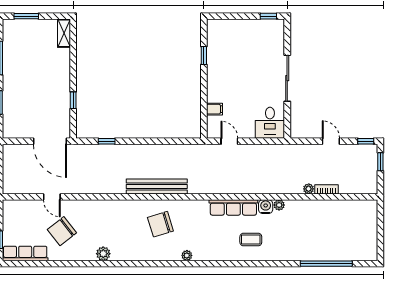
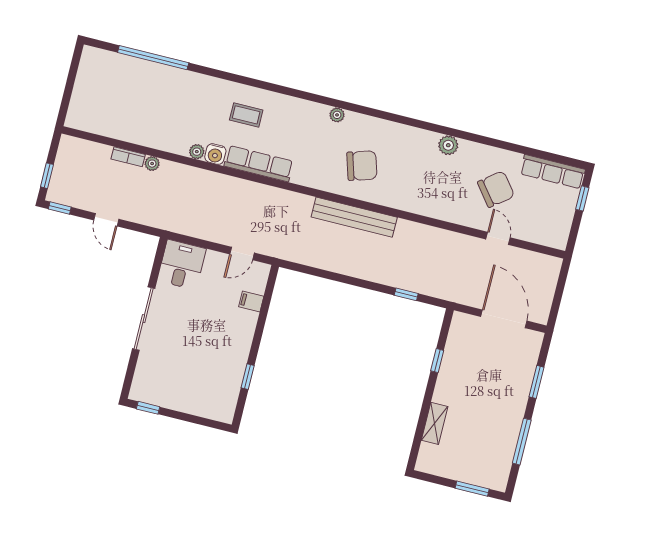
shelving: (64, 33) -> (435, 423), moved
door: (50, 141) -> (504, 319), moved
door: (229, 141) -> (242, 254), hinge flipped

